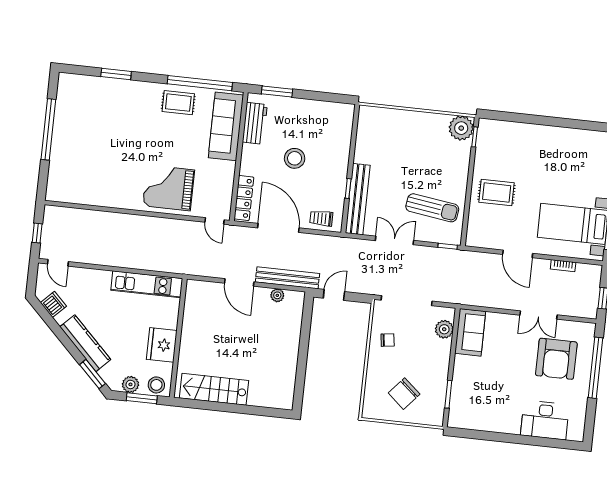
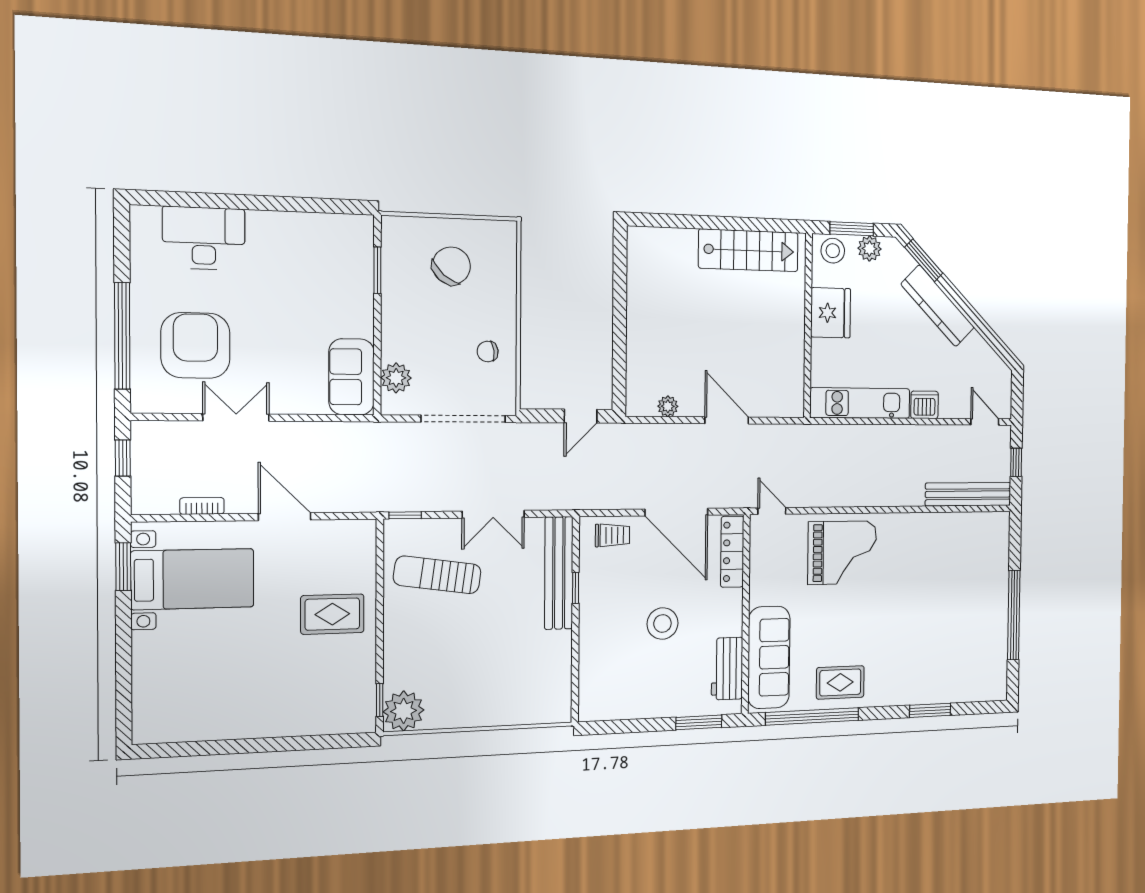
bench: (287, 278) -> (968, 494), moved
dishwasher: (53, 304) -> (925, 405), moved, turned 135

